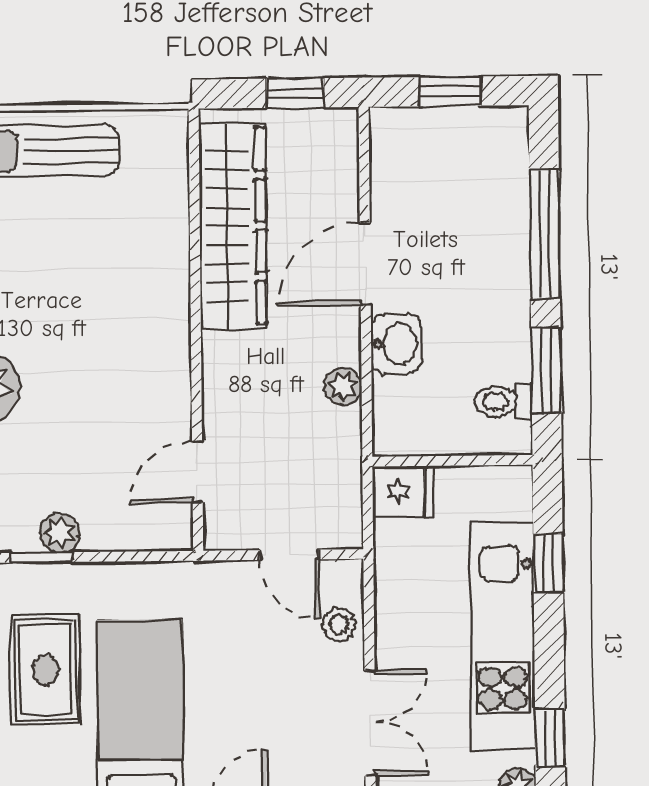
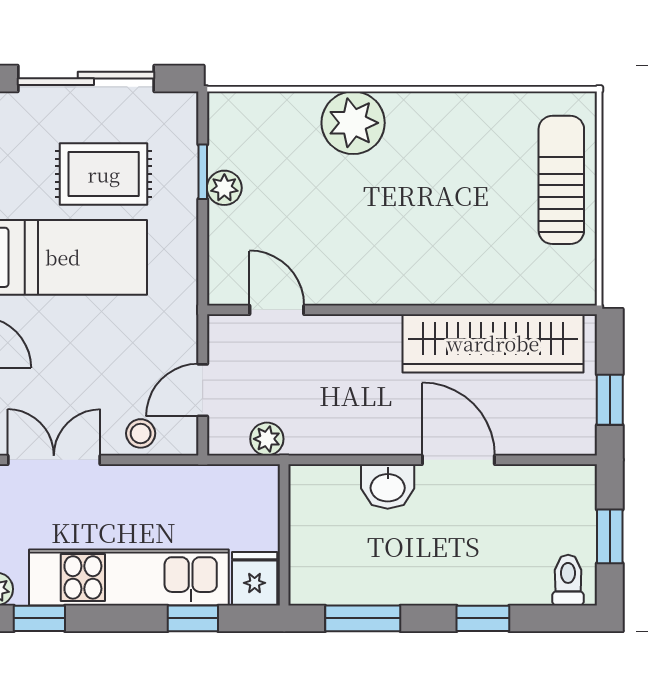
window: (545, 234) -> (483, 618), width x0.46
plant: (343, 387) -> (267, 439), moved
toilet: (503, 401) -> (568, 580), moved
fridge: (403, 492) -> (255, 579), moved, turned 180
double door: (370, 723) -> (54, 460), swing flipped

